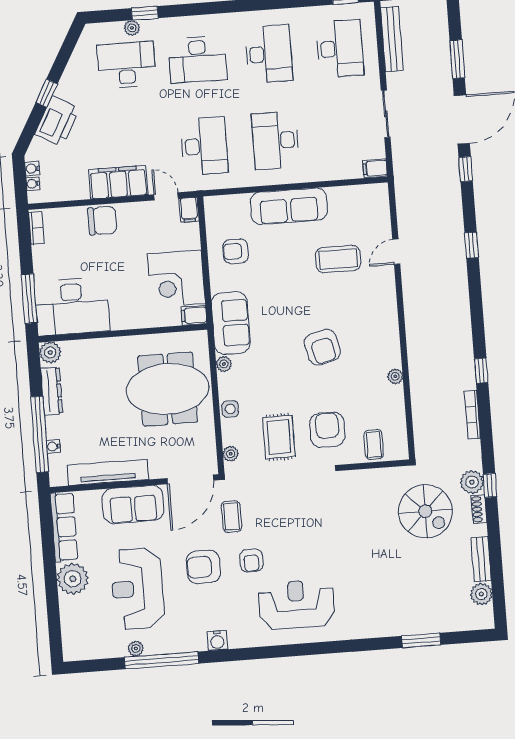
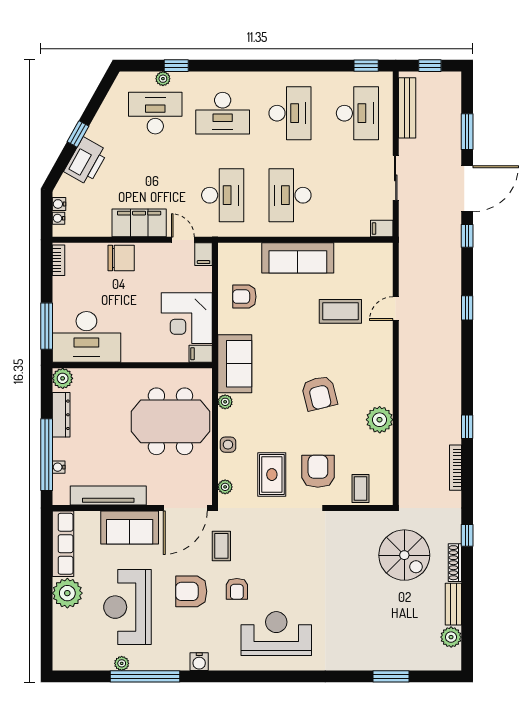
plant: (395, 376) -> (380, 420), width x1.87, depth x1.87
plant: (472, 482) -> (450, 531), removed
shoe rack: (479, 509) -> (455, 563), width x1.43

